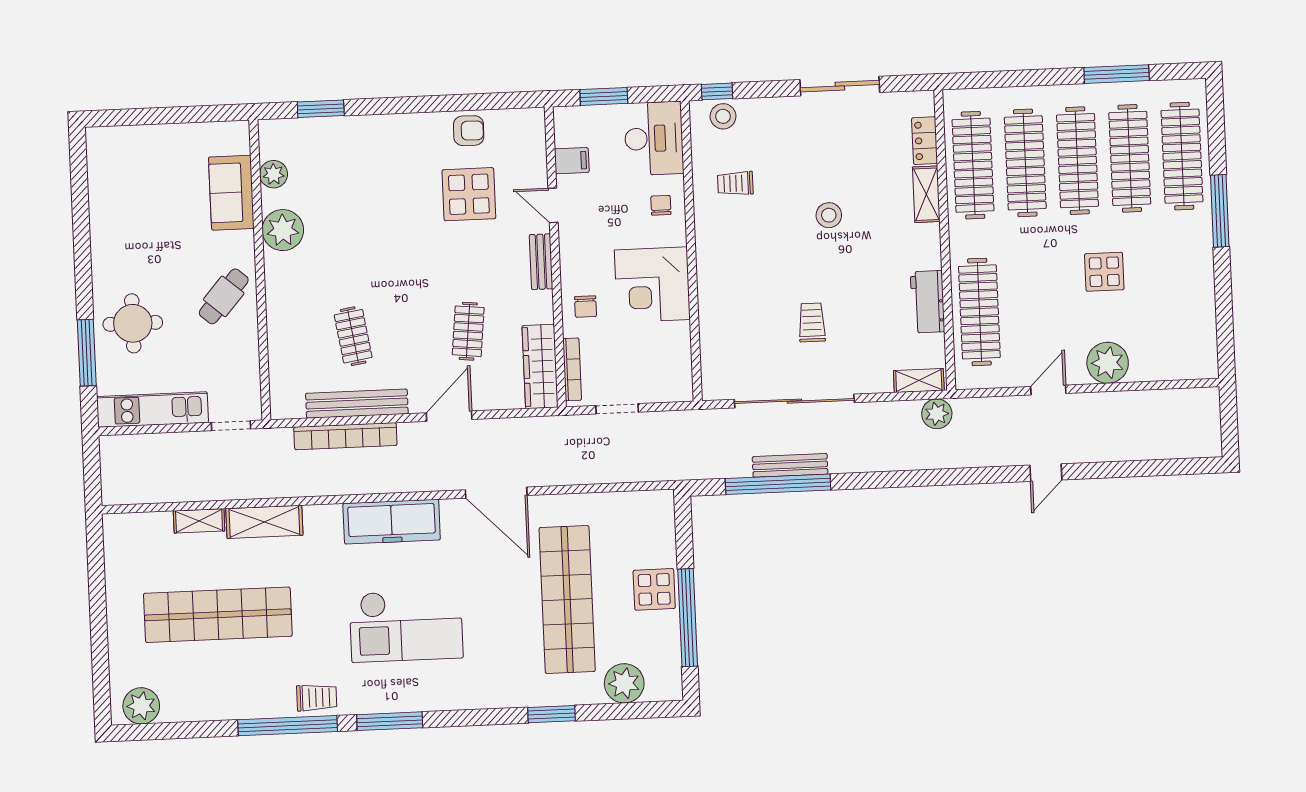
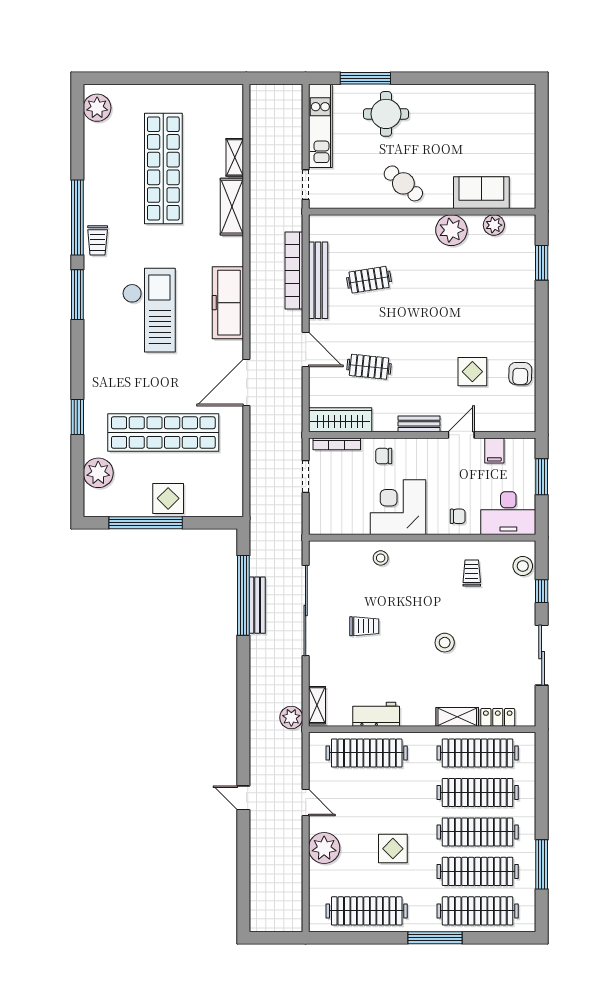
window: (717, 91) -> (542, 591), moved
display table: (469, 194) -> (472, 372), width x0.73, depth x0.73
clothes rail: (1188, 303) -> (367, 911), added
stool: (721, 305) -> (381, 558), added
checkout: (406, 626) -> (149, 310), turned 180

